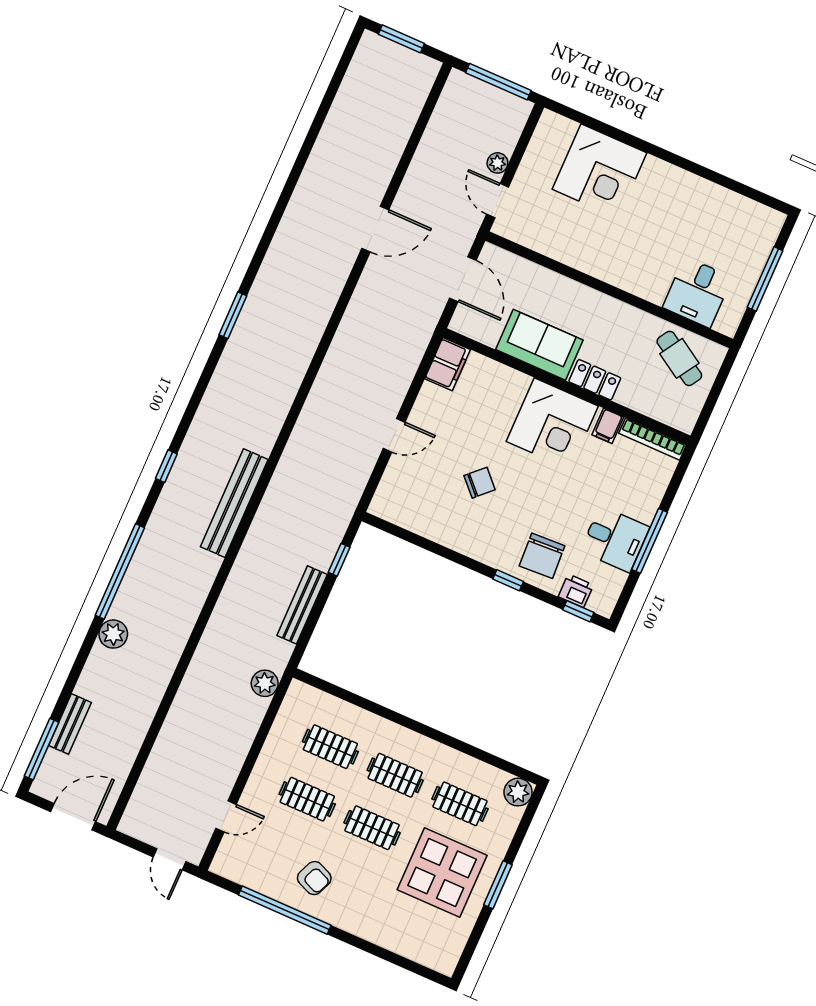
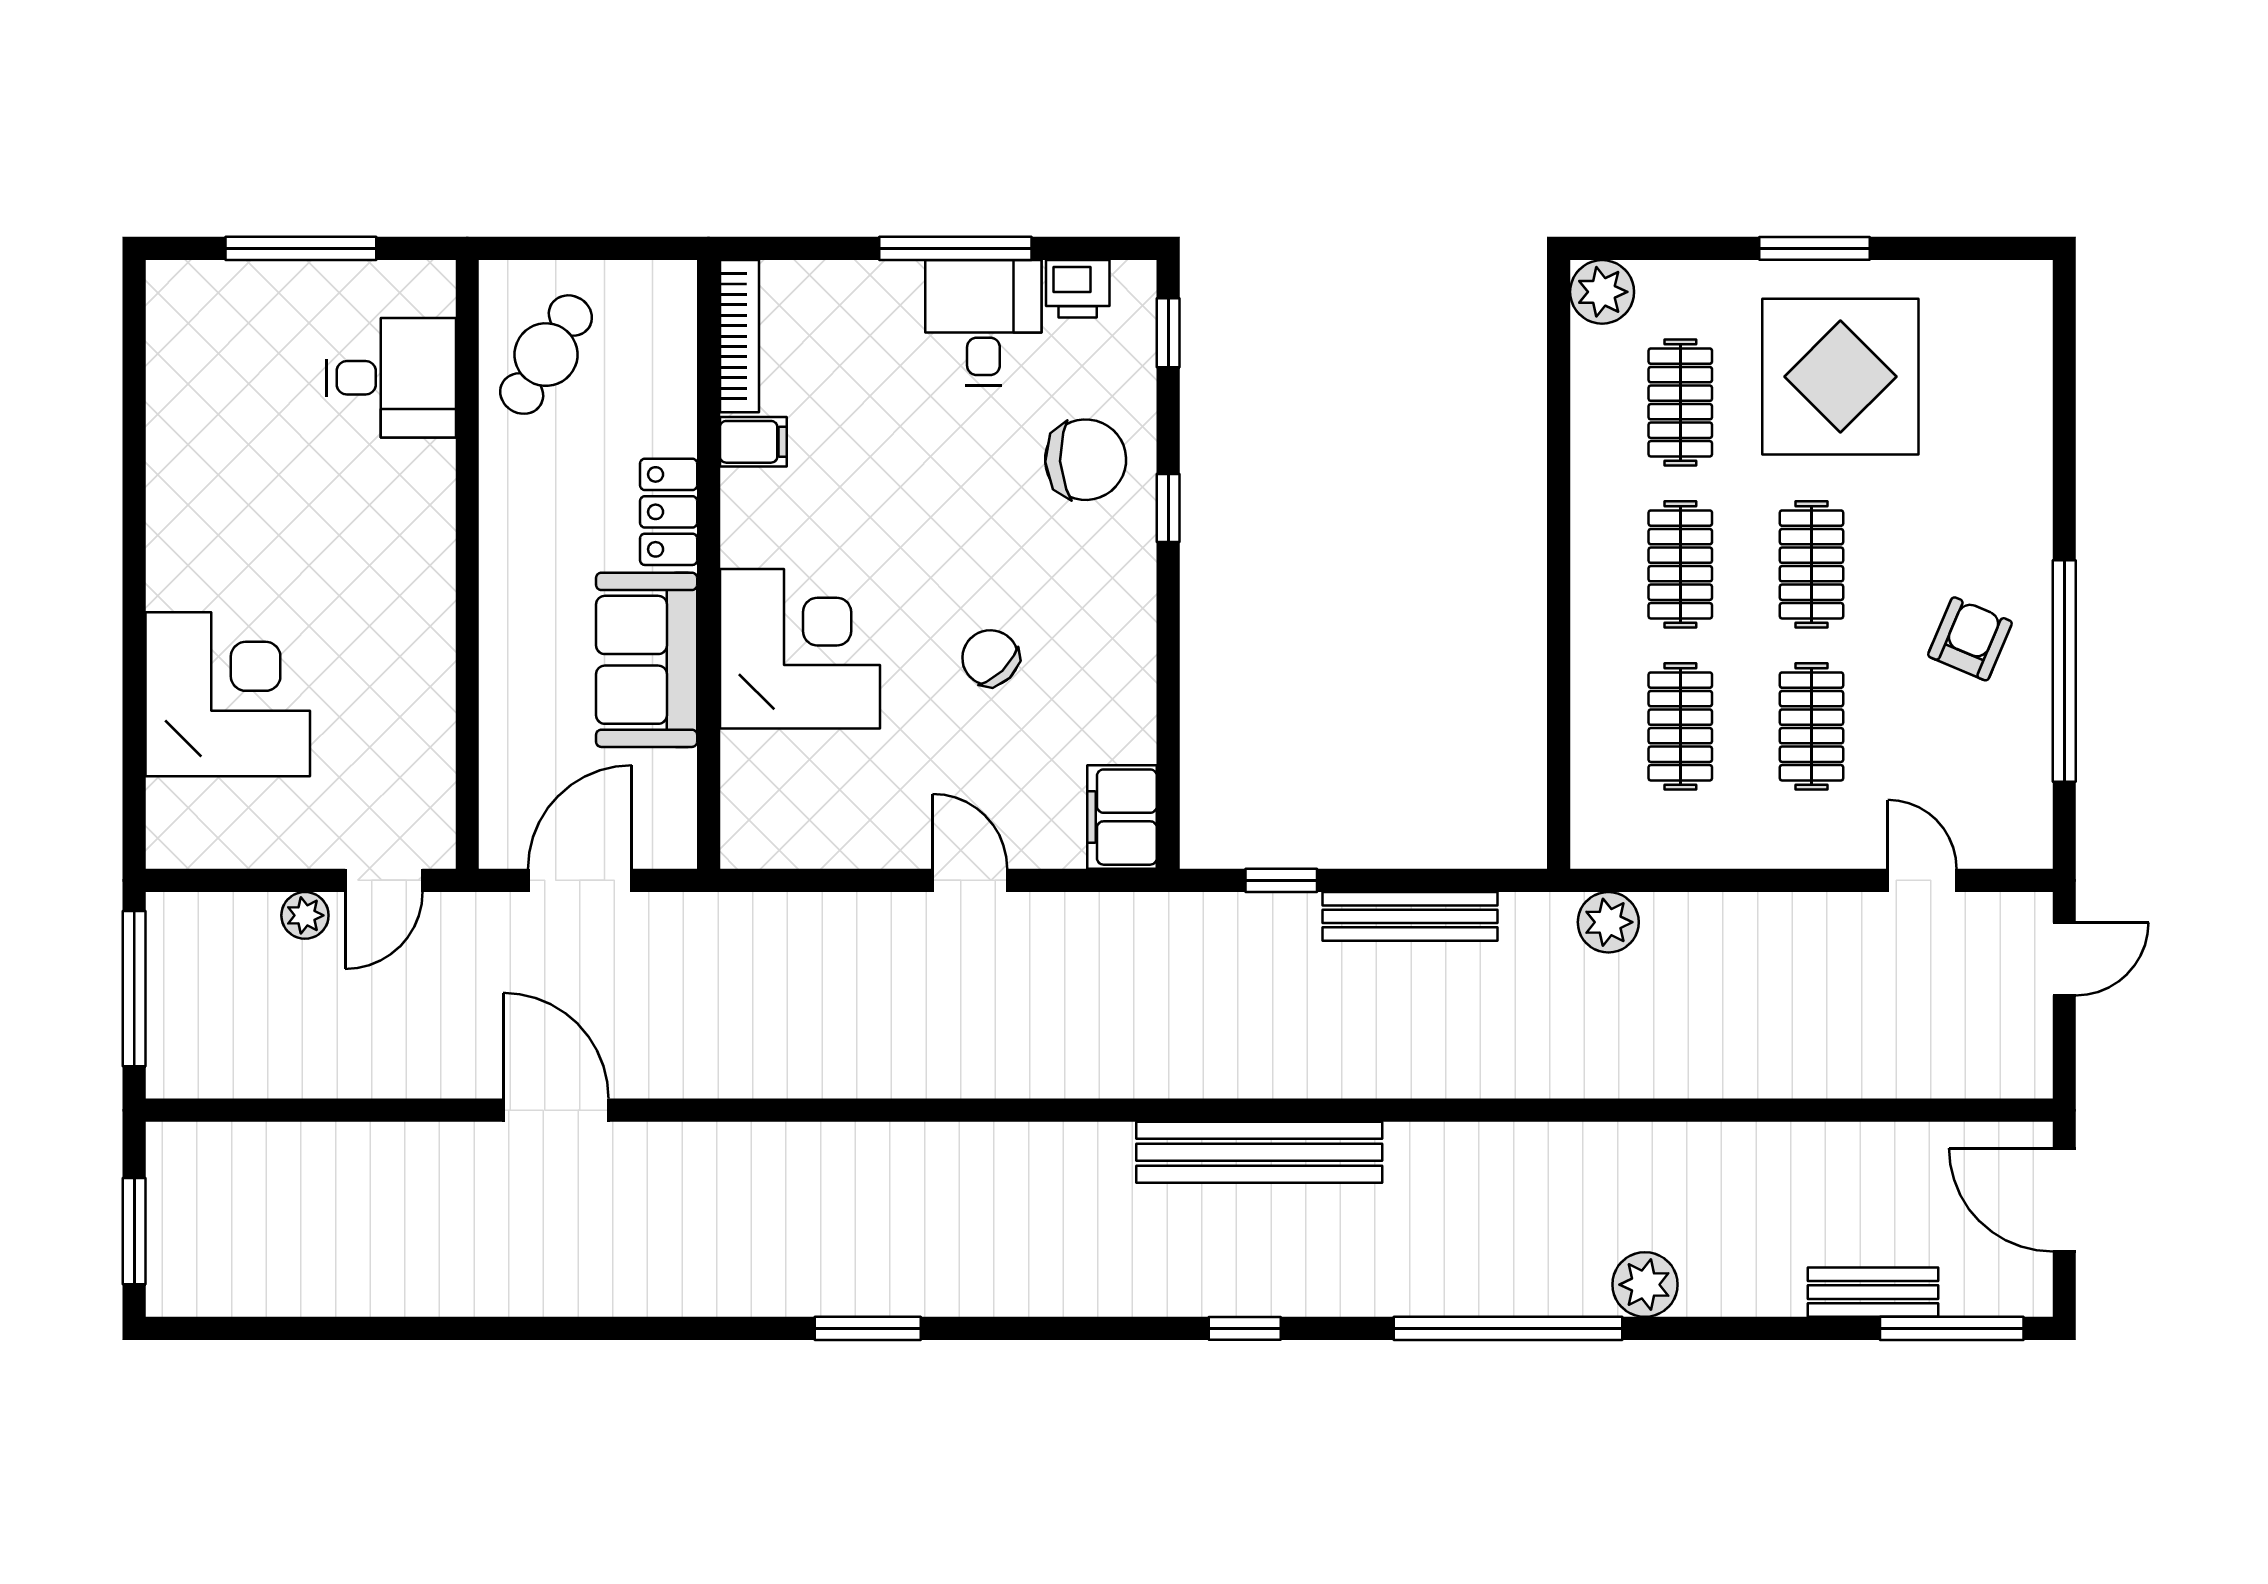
filing cabinet: (447, 364) -> (1122, 817), moved, turned -90
corner desk: (552, 424) -> (800, 649), moved
printer: (576, 591) -> (1078, 289), moved, turned -90

